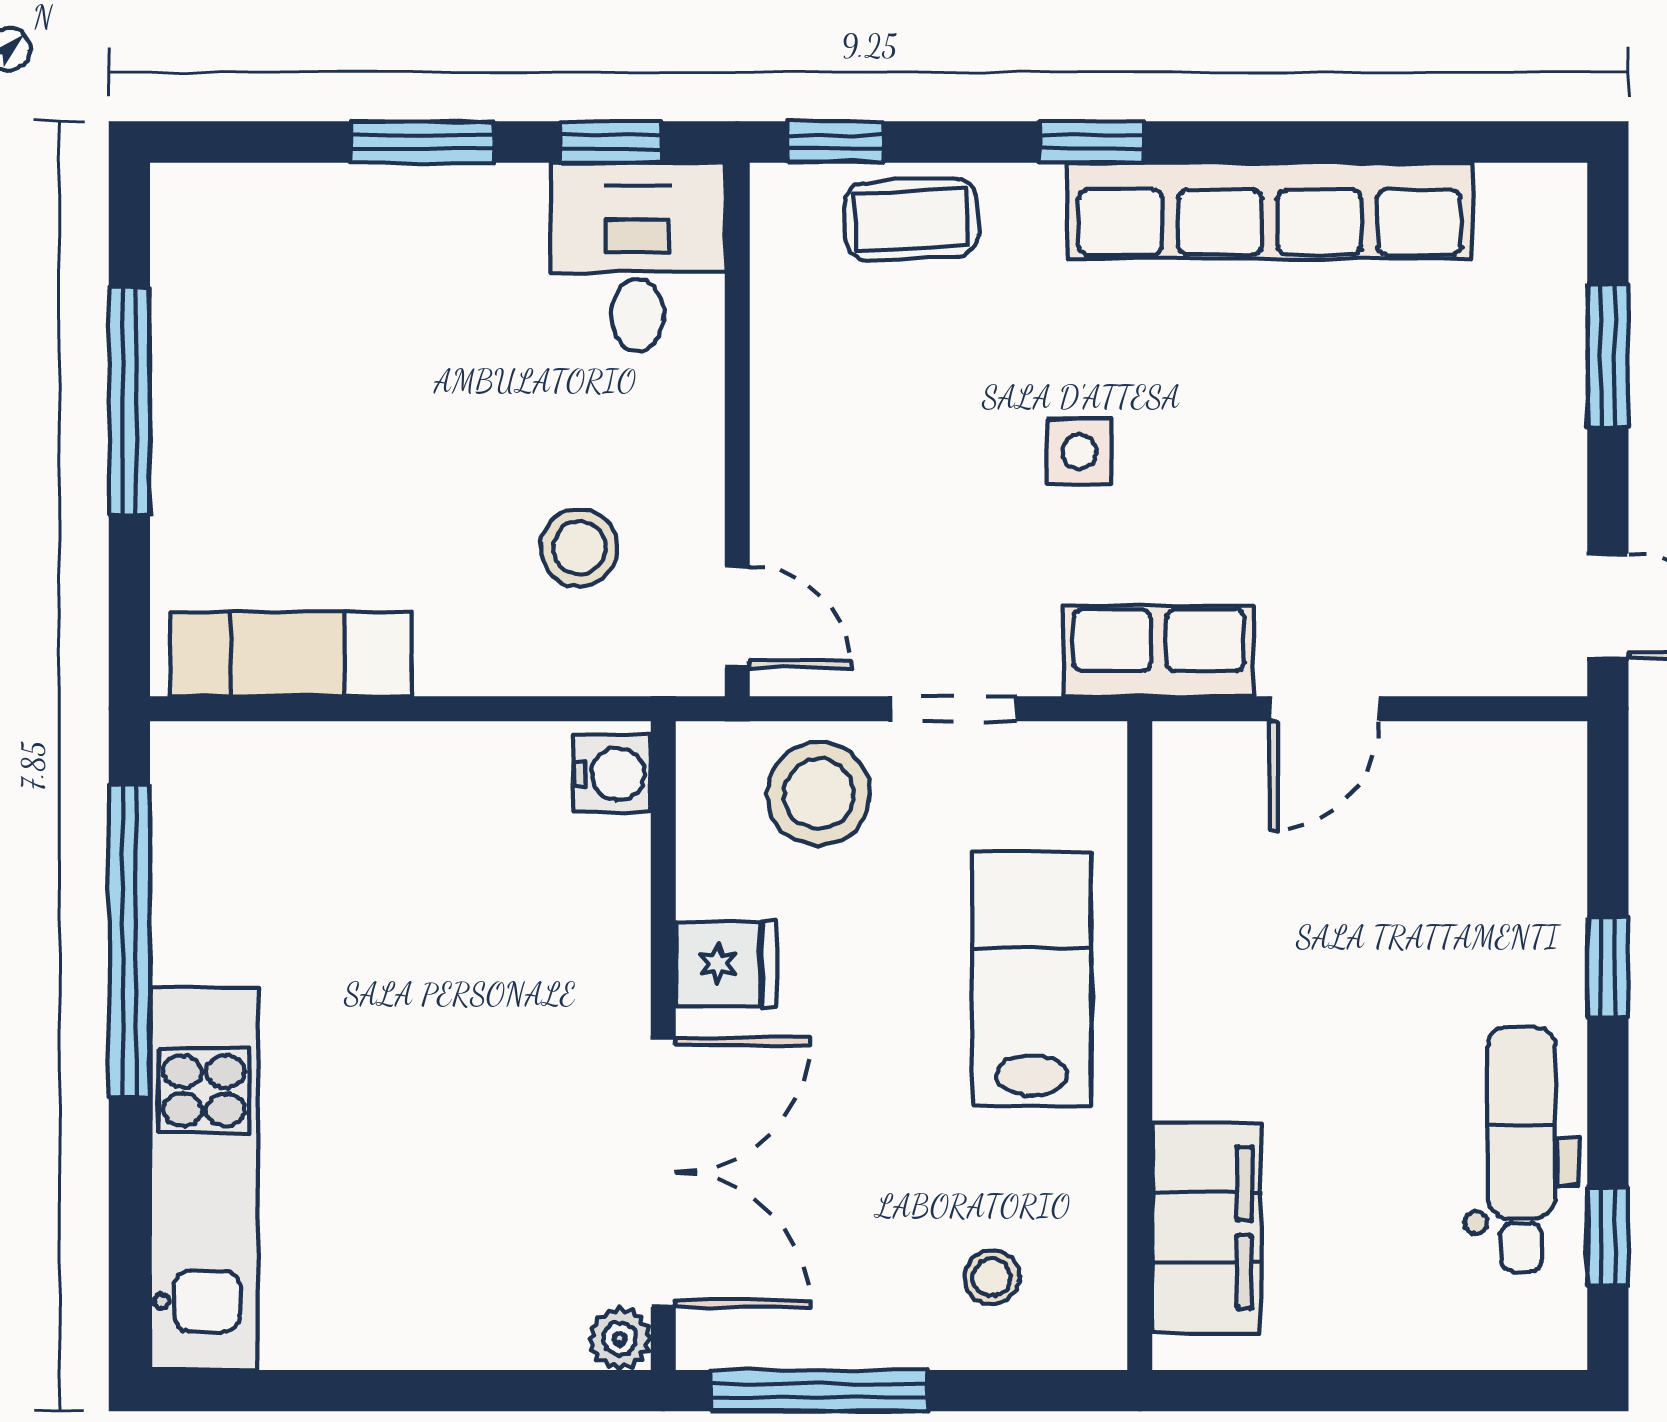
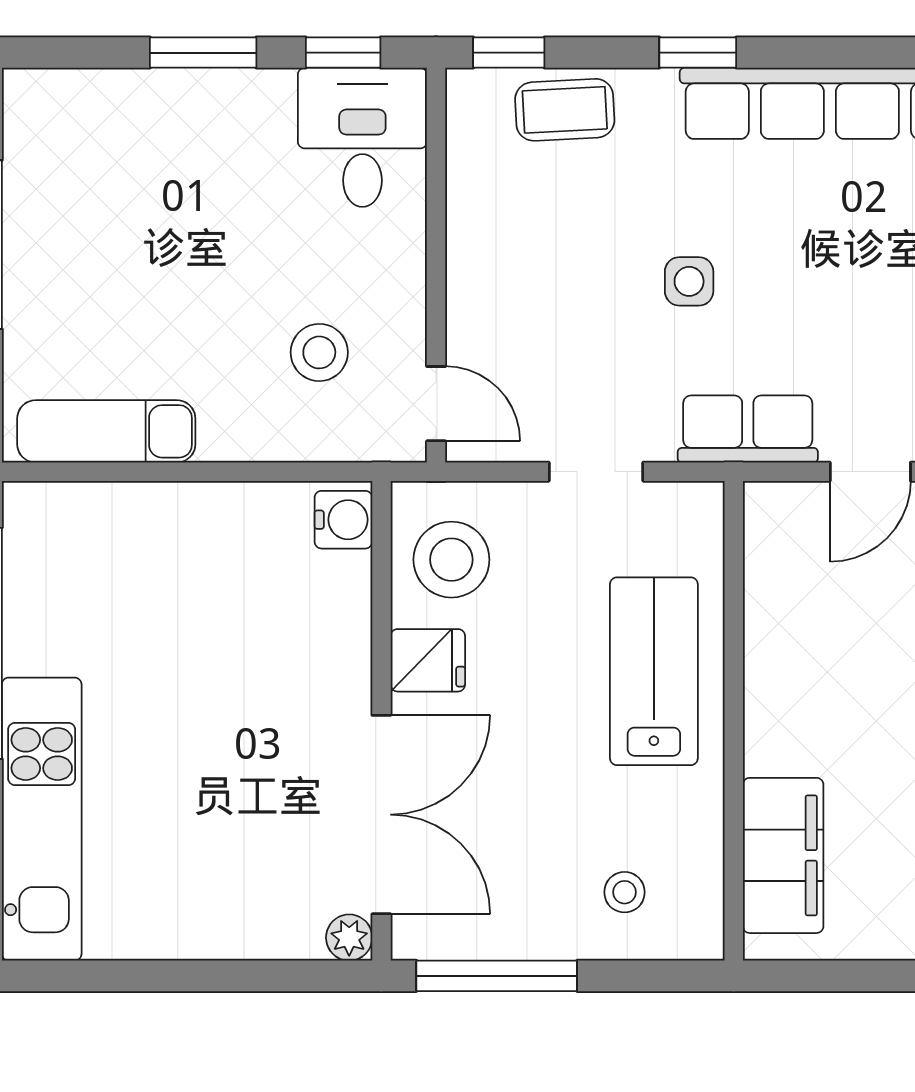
stool: (819, 794) -> (451, 560), moved

